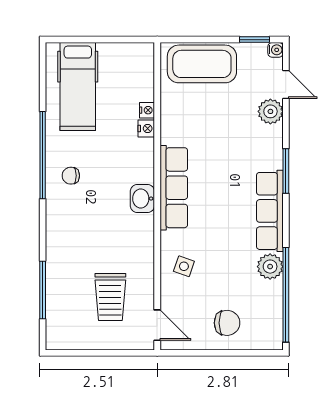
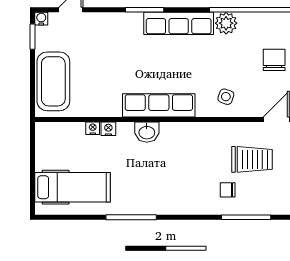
plant: (270, 111) -> (94, 23), removed
window: (43, 155) -> (131, 217), width x0.68
chair: (71, 176) -> (228, 190), moved, turned 90
washbasin: (142, 199) -> (147, 132), moved

